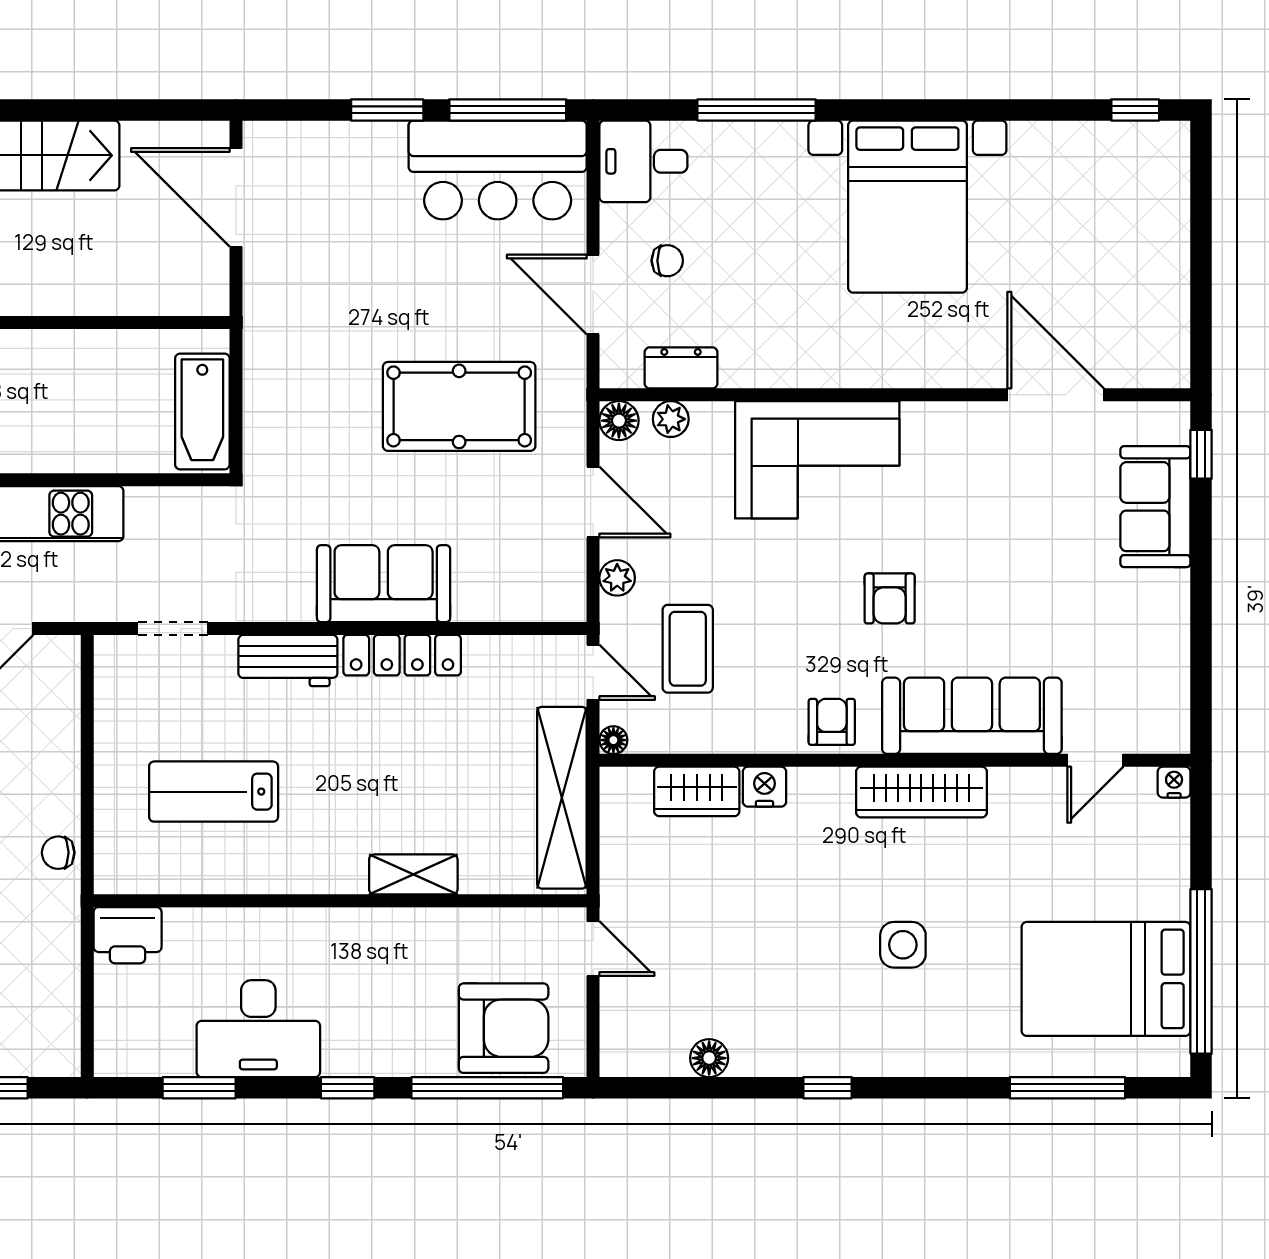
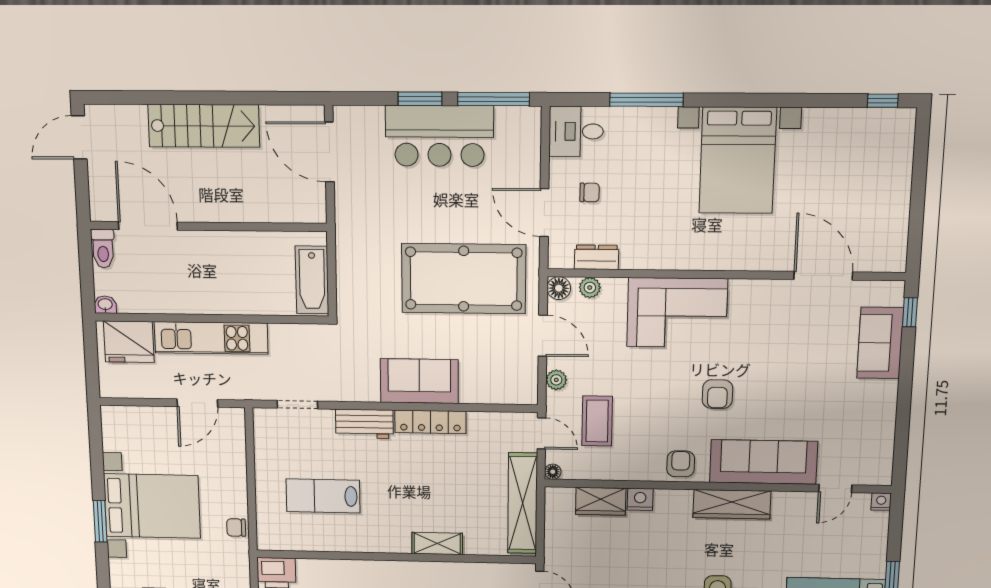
bar counter: (498, 170) -> (439, 136), moved
pool table: (459, 406) -> (464, 279), width x1.36, depth x1.32

